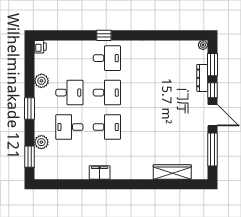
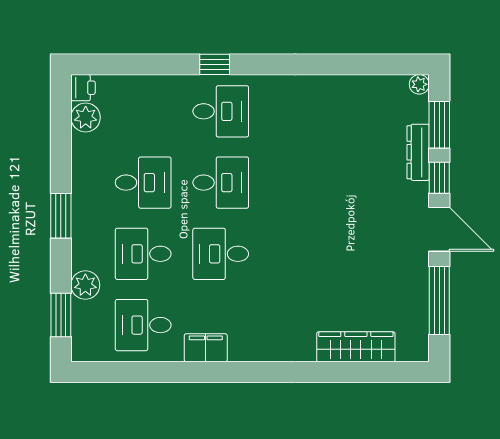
plant: (41, 81) -> (86, 117), moved
desk: (107, 127) -> (221, 254), turned 180
desk: (69, 161) -> (143, 325), added

